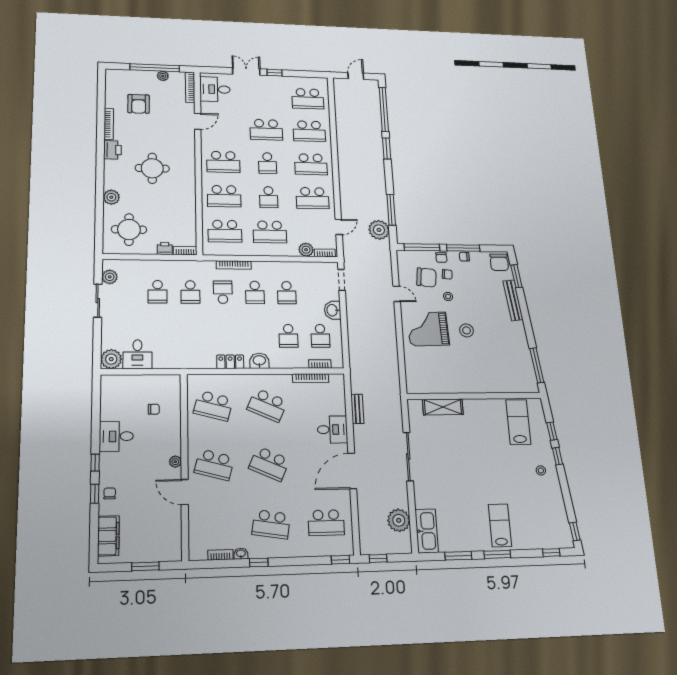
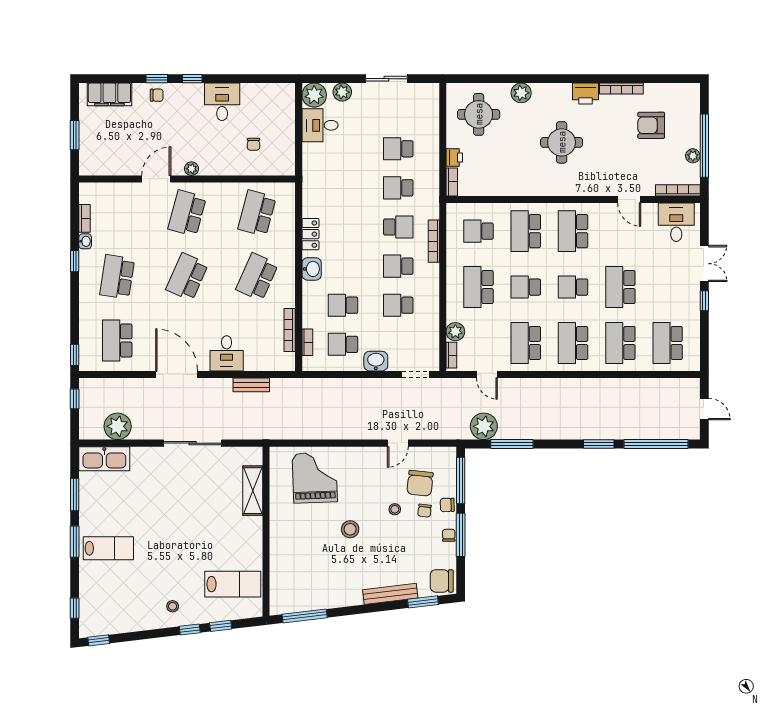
school desk: (225, 231) -> (478, 231), width x0.54
plant: (110, 277) -> (342, 92), moved
grand piano: (428, 329) -> (315, 478), moved

